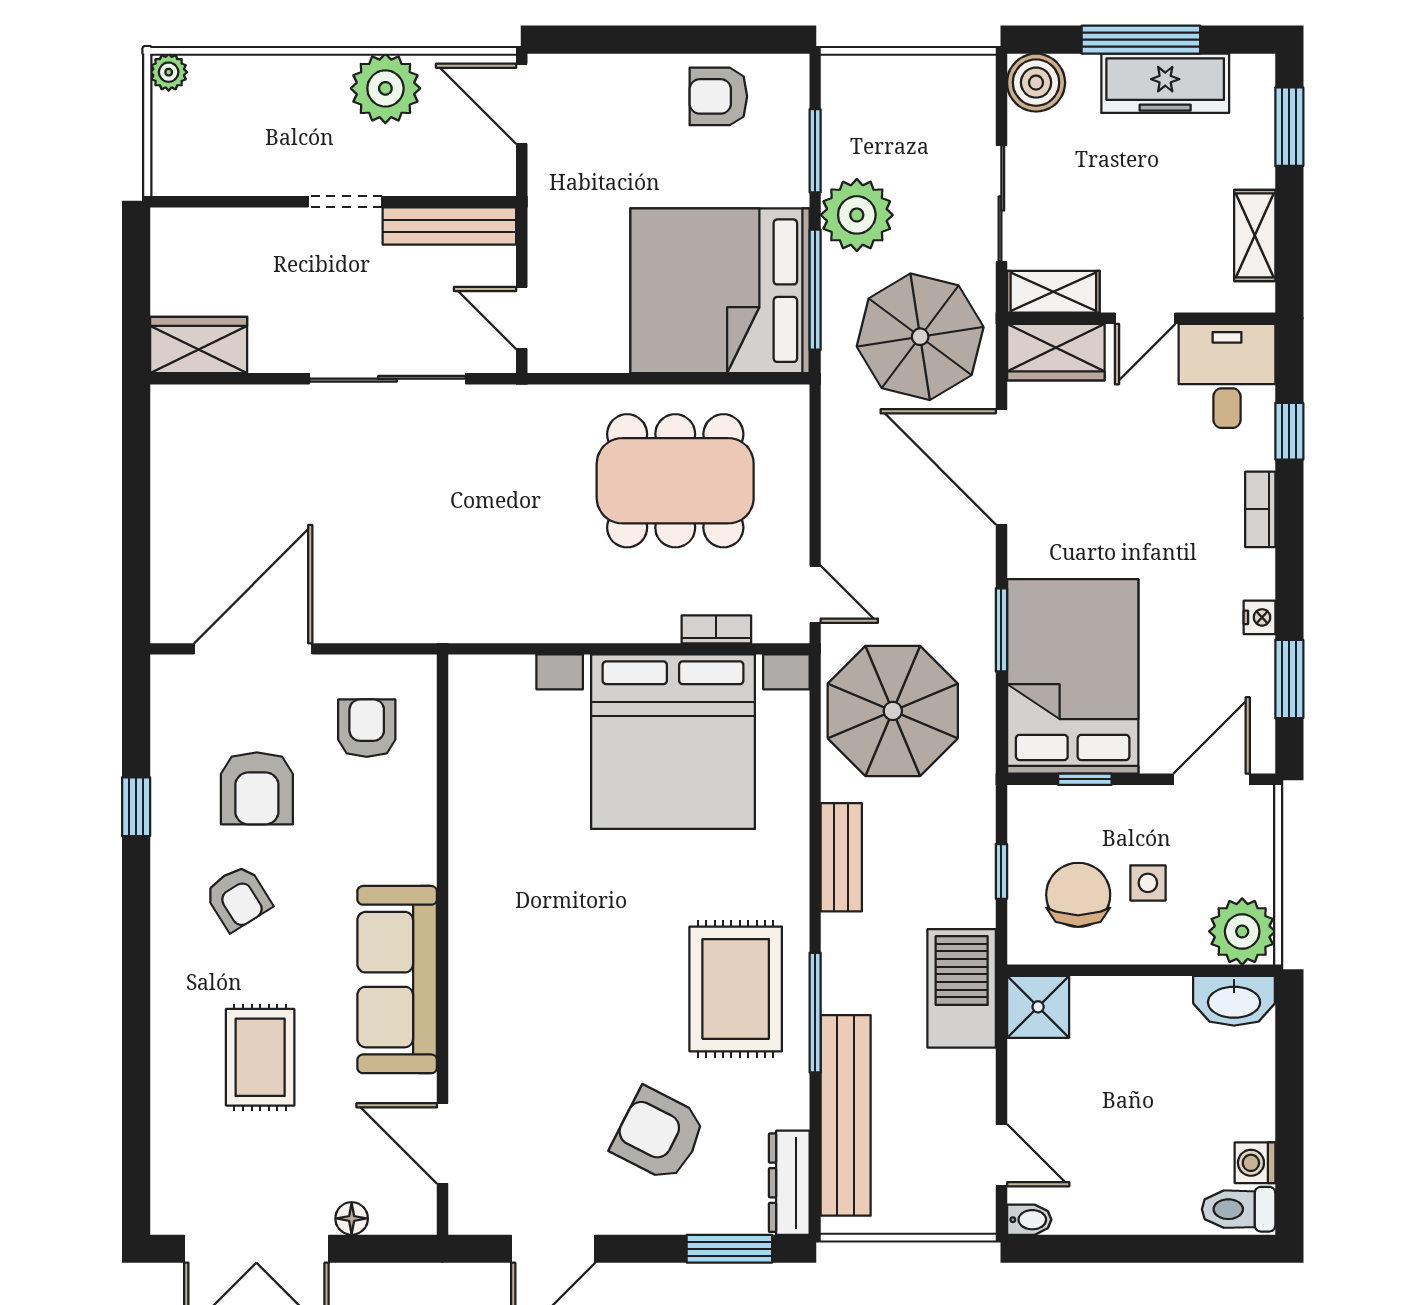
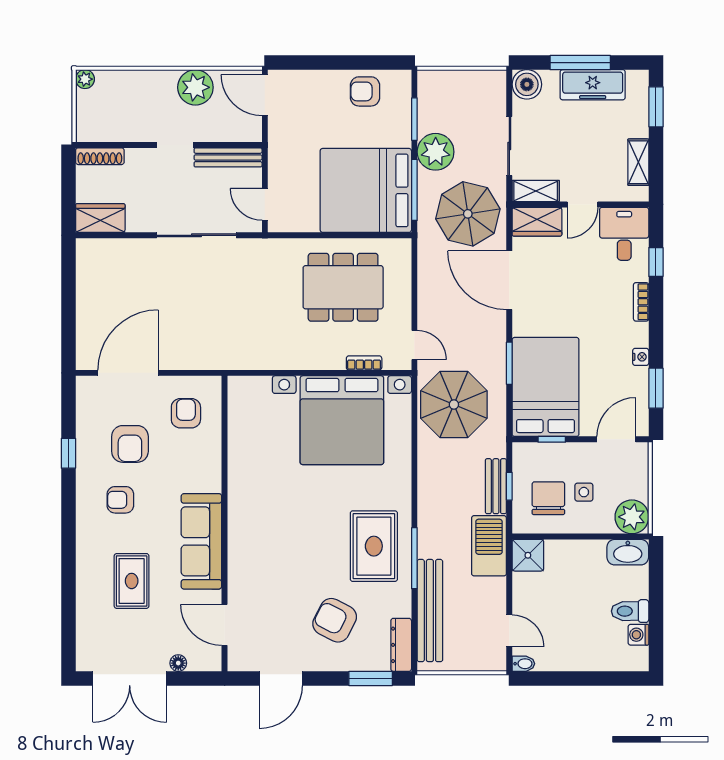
shoe rack: (198, 224) -> (100, 156), added
bench: (841, 857) -> (496, 486), moved
armchair: (238, 898) -> (120, 500), turned 122
toilet: (1239, 1209) -> (630, 611), moved

